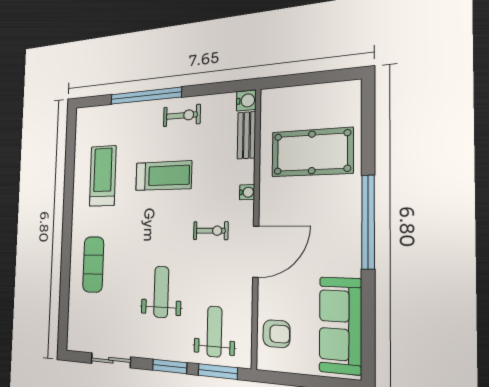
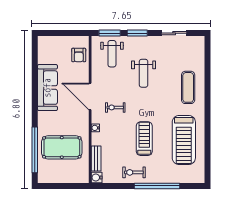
treadmill: (103, 176) -> (184, 140), width x1.37, depth x1.38
treadmill: (163, 176) -> (144, 139), turned 90
window: (368, 222) -> (35, 150), moved
door: (256, 252) -> (90, 96), hinge flipped
sofa: (340, 325) -> (47, 88), moved
armchair: (276, 334) -> (79, 55), turned -90

